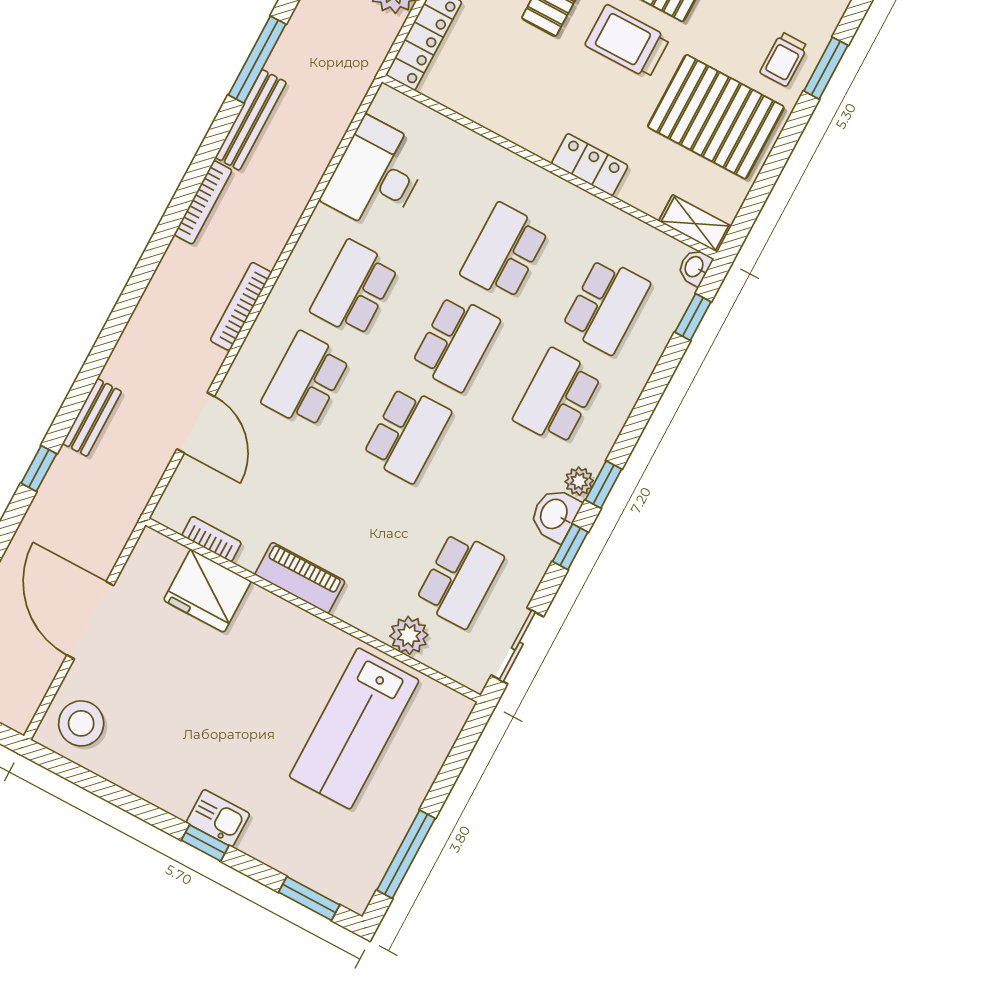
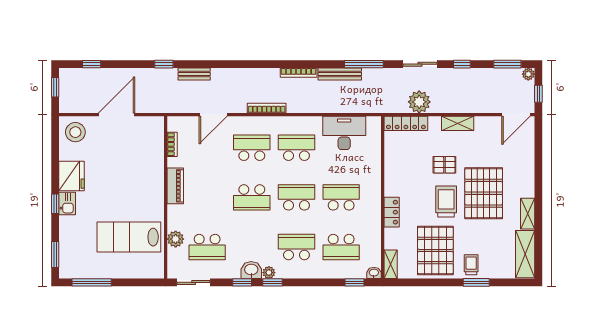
trolley: (784, 59) -> (471, 265), turned 90
school desk: (456, 343) -> (296, 197), turned 180
fridge: (207, 591) -> (71, 176), moved, turned 180

